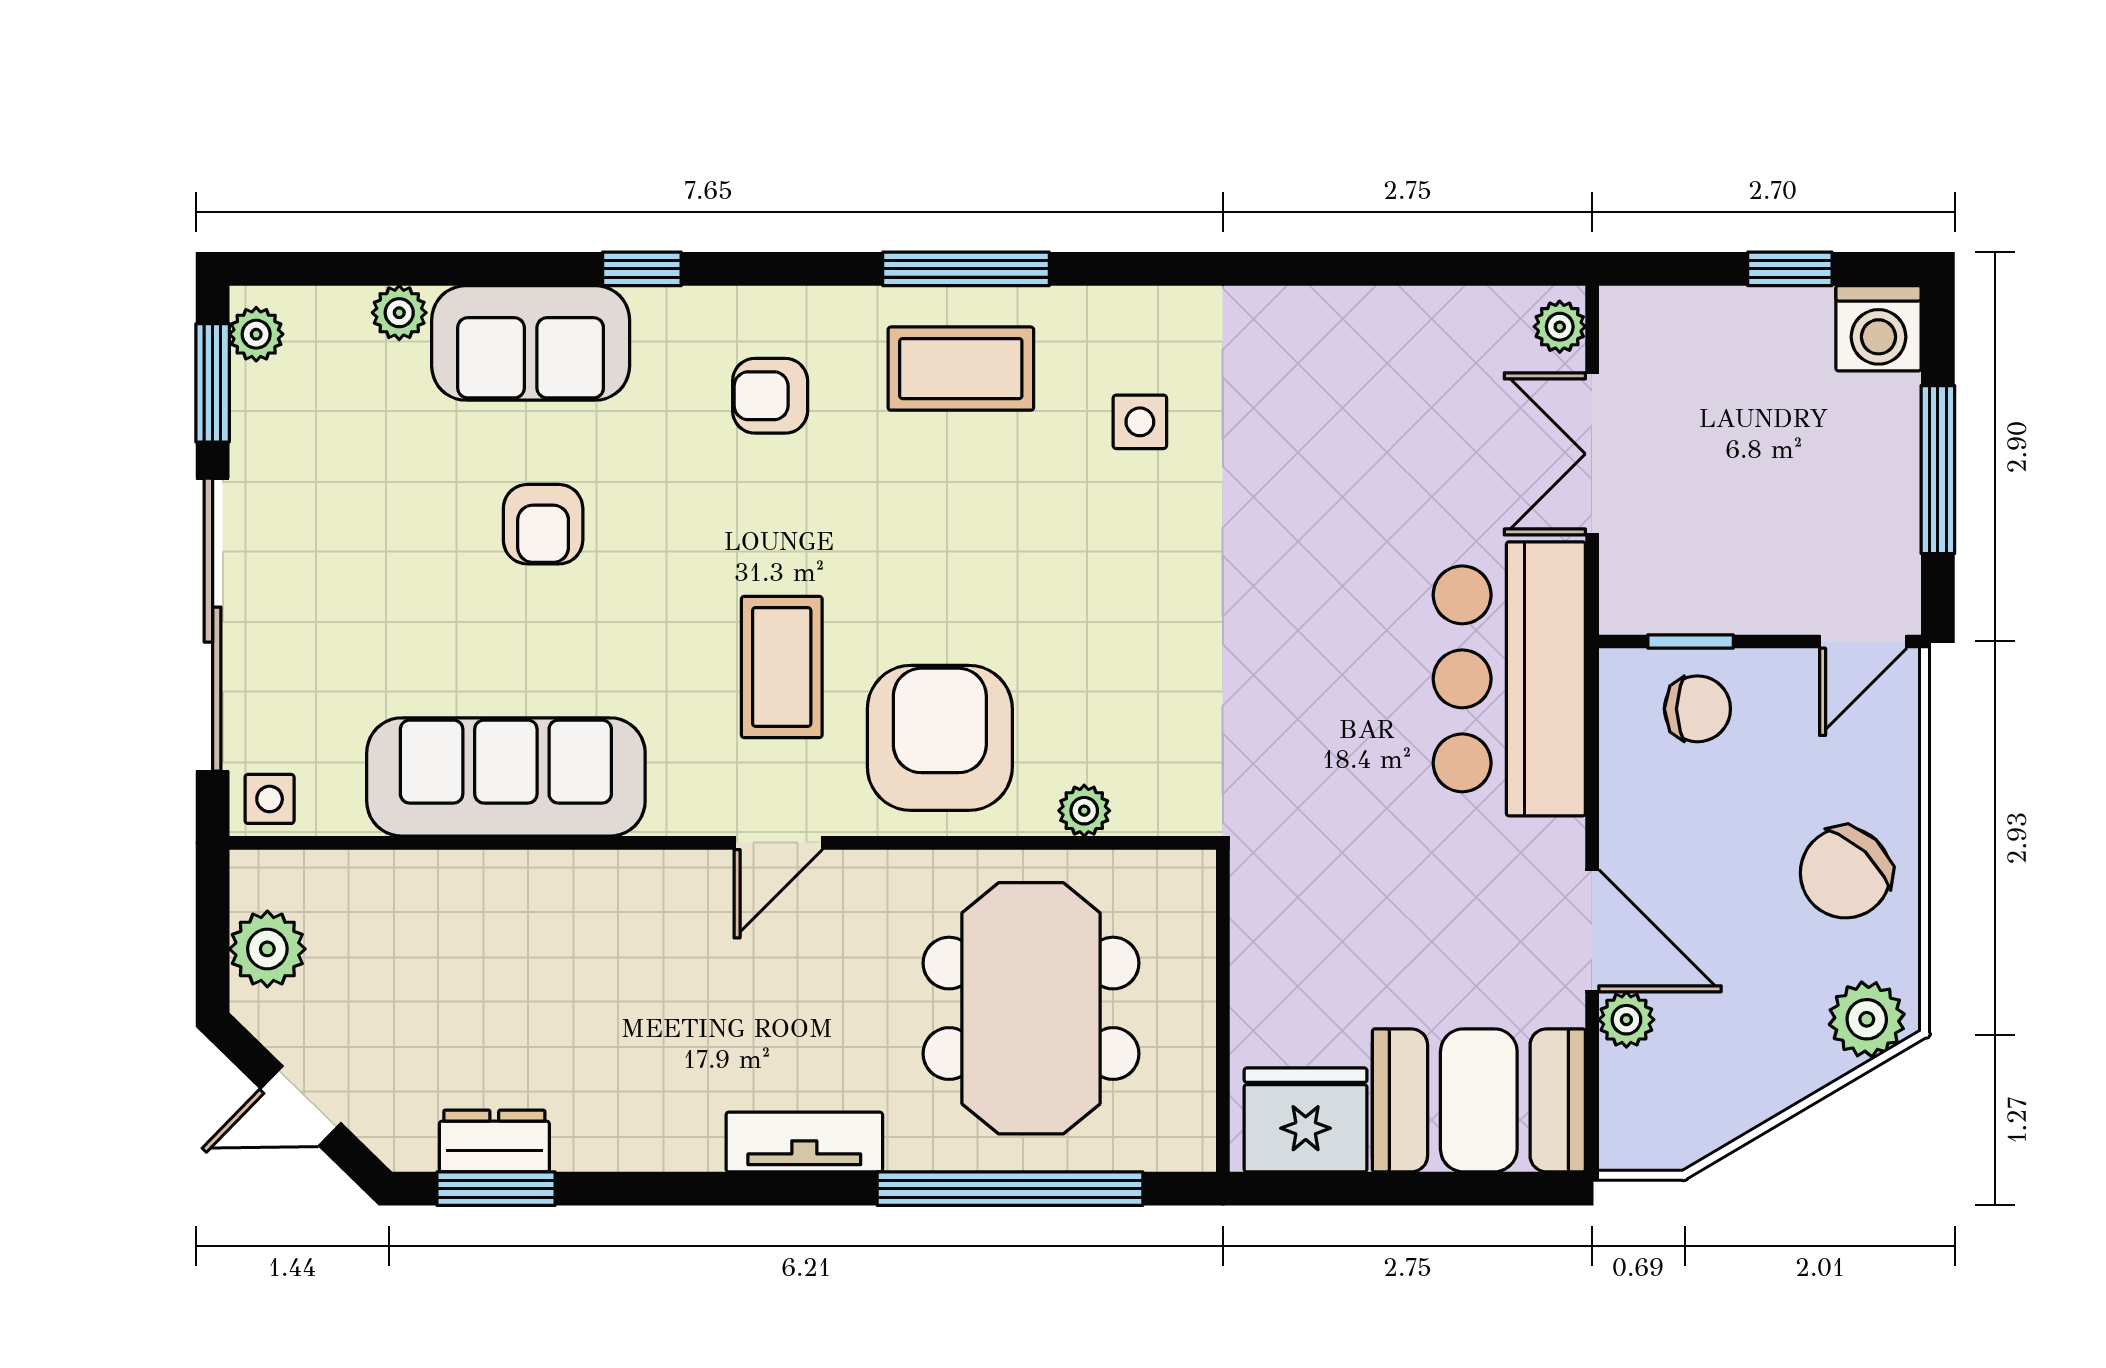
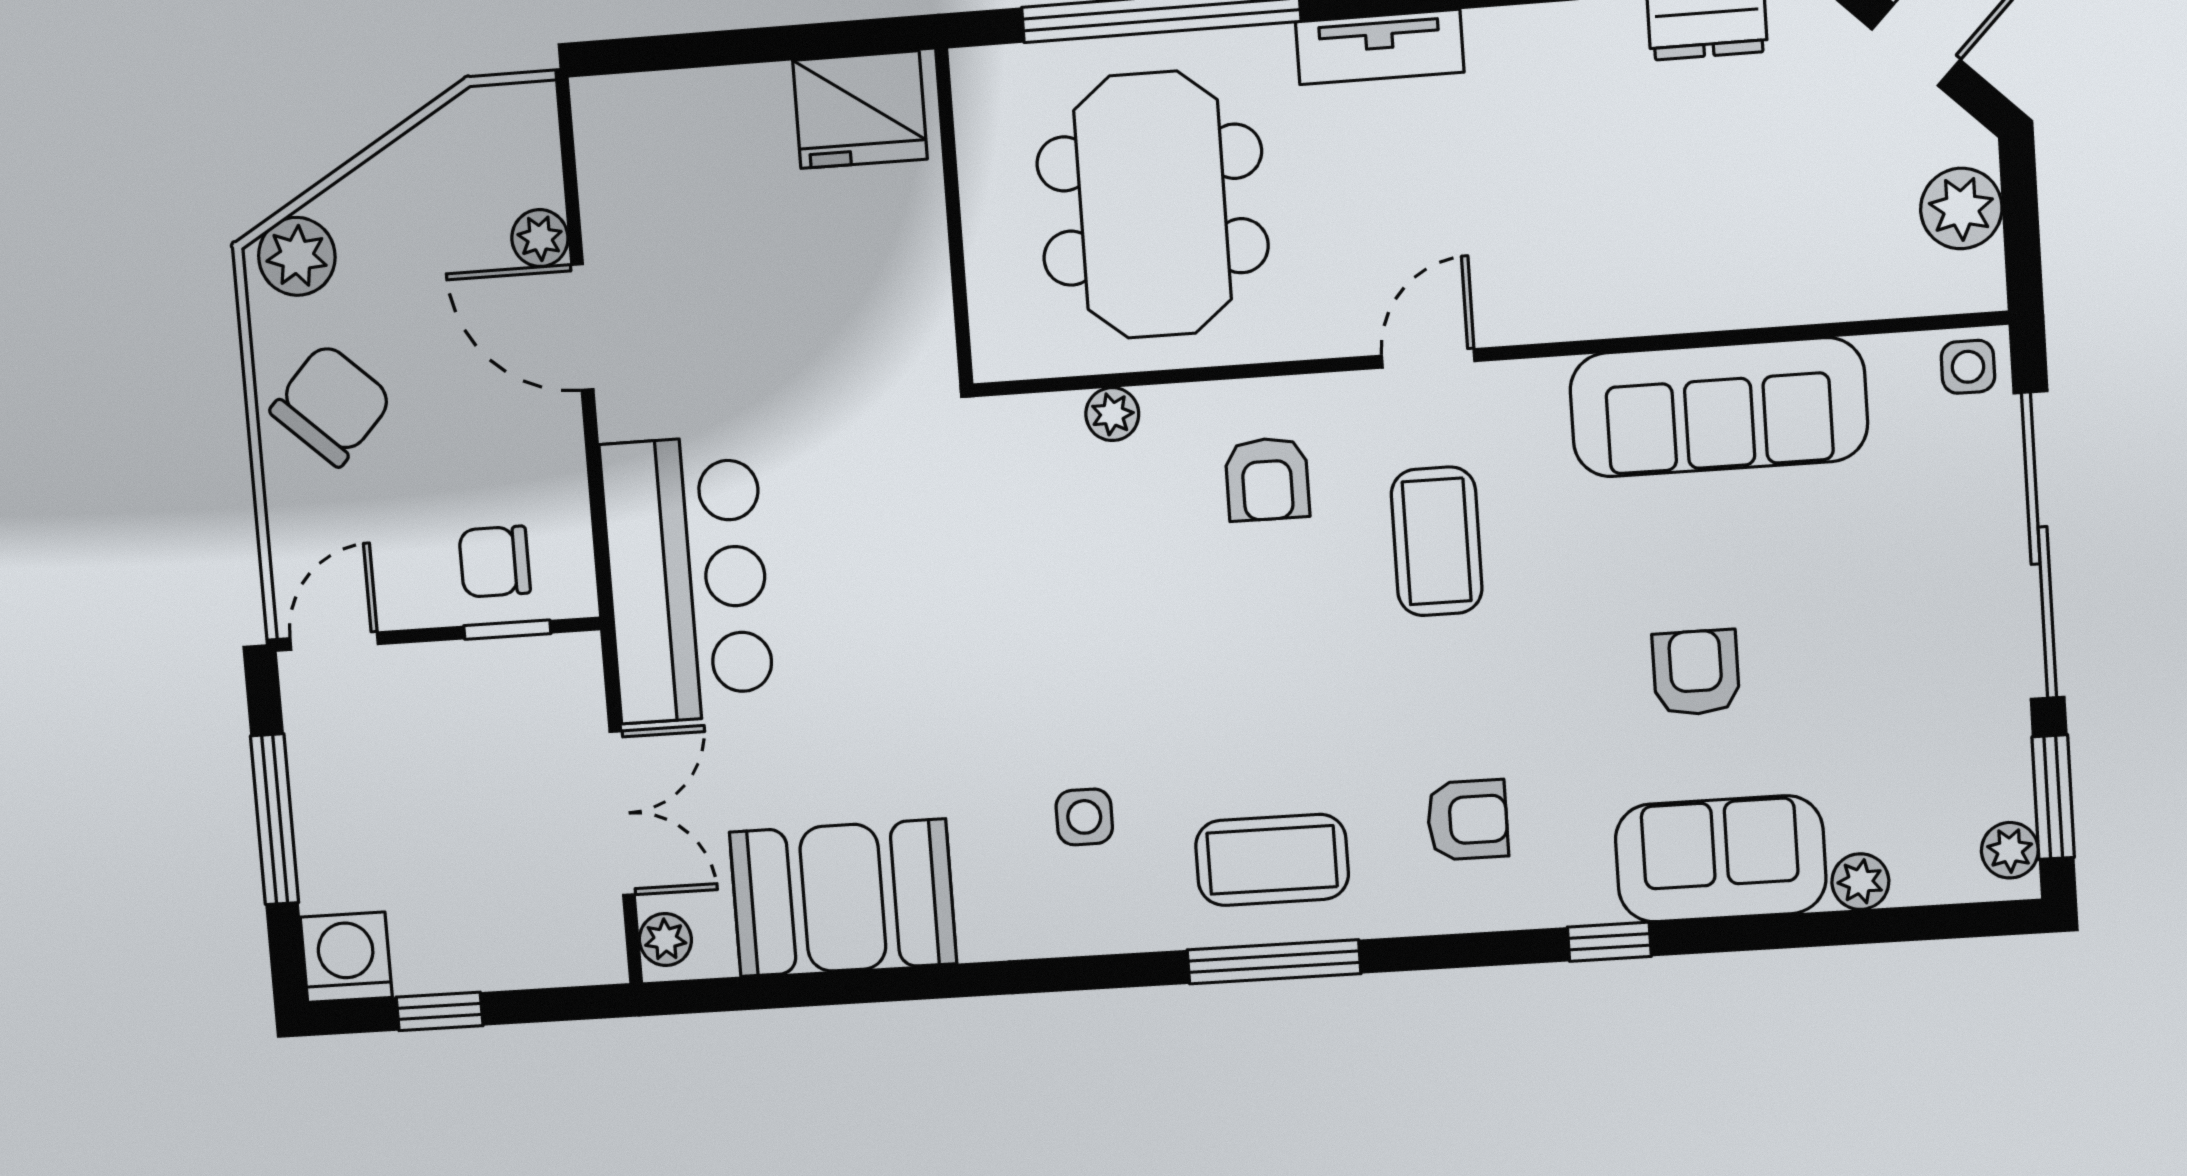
armchair: (940, 738) -> (1267, 479), width x0.53, depth x0.53
booth: (1479, 1100) -> (843, 898), moved

